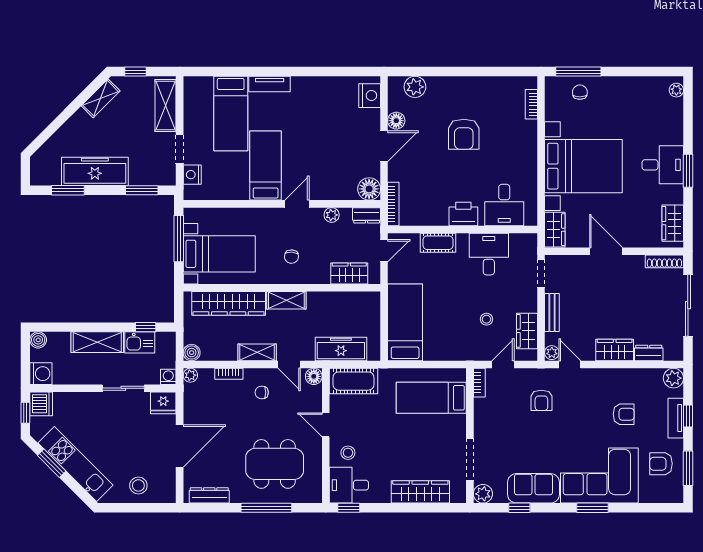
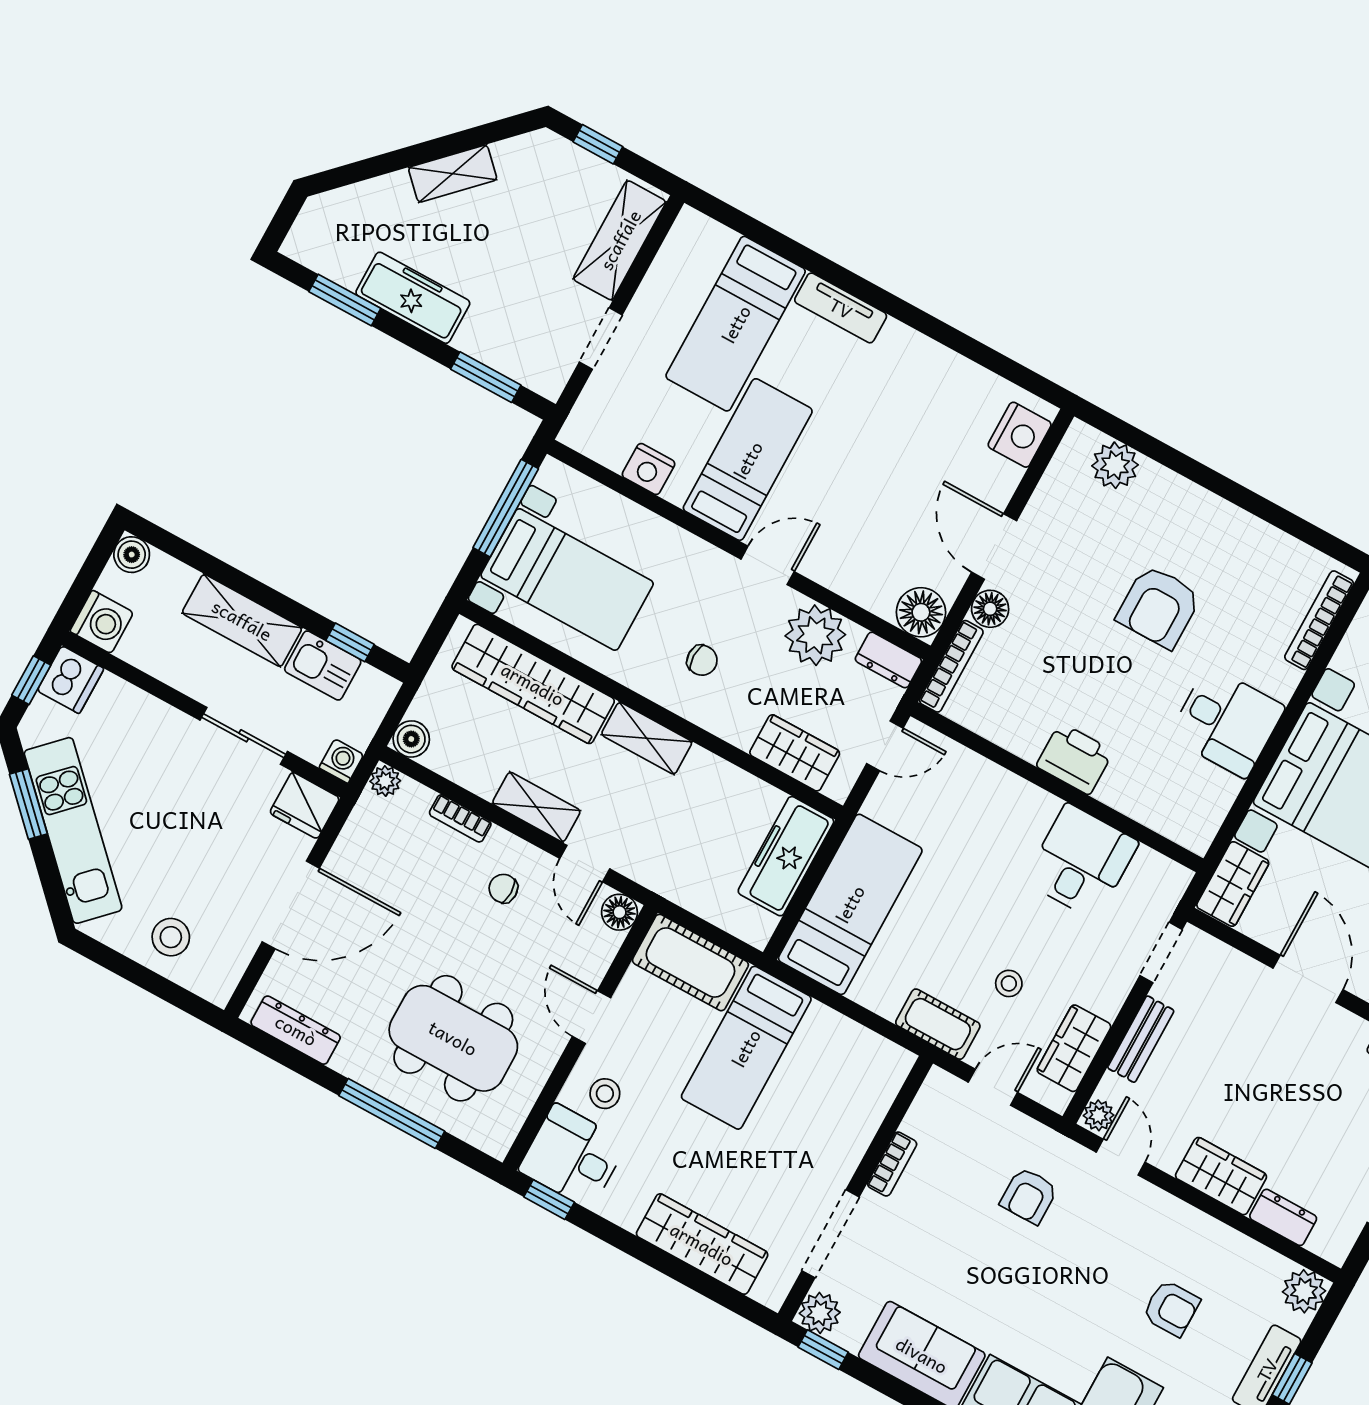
shelving: (101, 98) -> (453, 174), moved
bookcase: (531, 104) -> (1319, 620), width x1.56
floor lamp: (396, 121) -> (990, 609), moved
door: (384, 146) -> (994, 546), swing flipped
freezer: (95, 171) -> (413, 298), width x0.73, depth x0.79
nightstand: (192, 175) -> (649, 469), moved, turned -90
desk: (504, 205) -> (1227, 722), moved, turned -90
plant: (332, 215) -> (815, 635), width x1.88, depth x1.88
cot: (438, 243) -> (938, 1024), moved
chair: (291, 257) -> (702, 660), turned -93
freezer: (341, 349) -> (786, 856), moved, turned -90
bookcase: (479, 383) -> (892, 1164), moved
bed: (431, 398) -> (746, 1048), moved, turned -90
window: (519, 508) -> (823, 1350), moved

